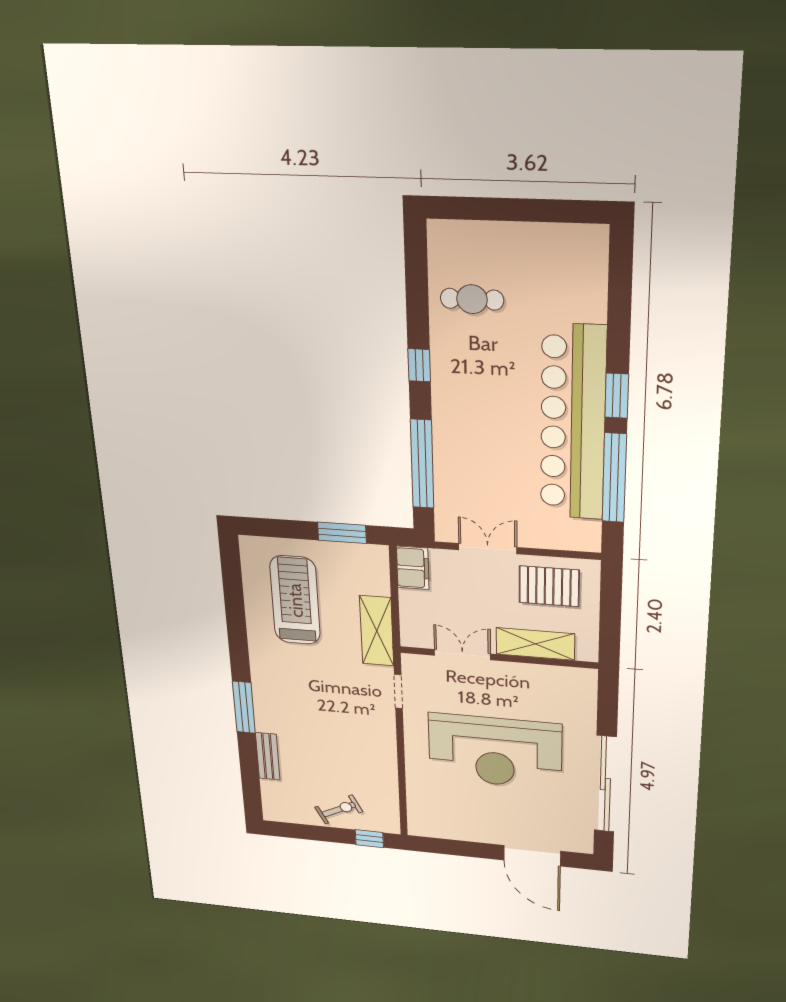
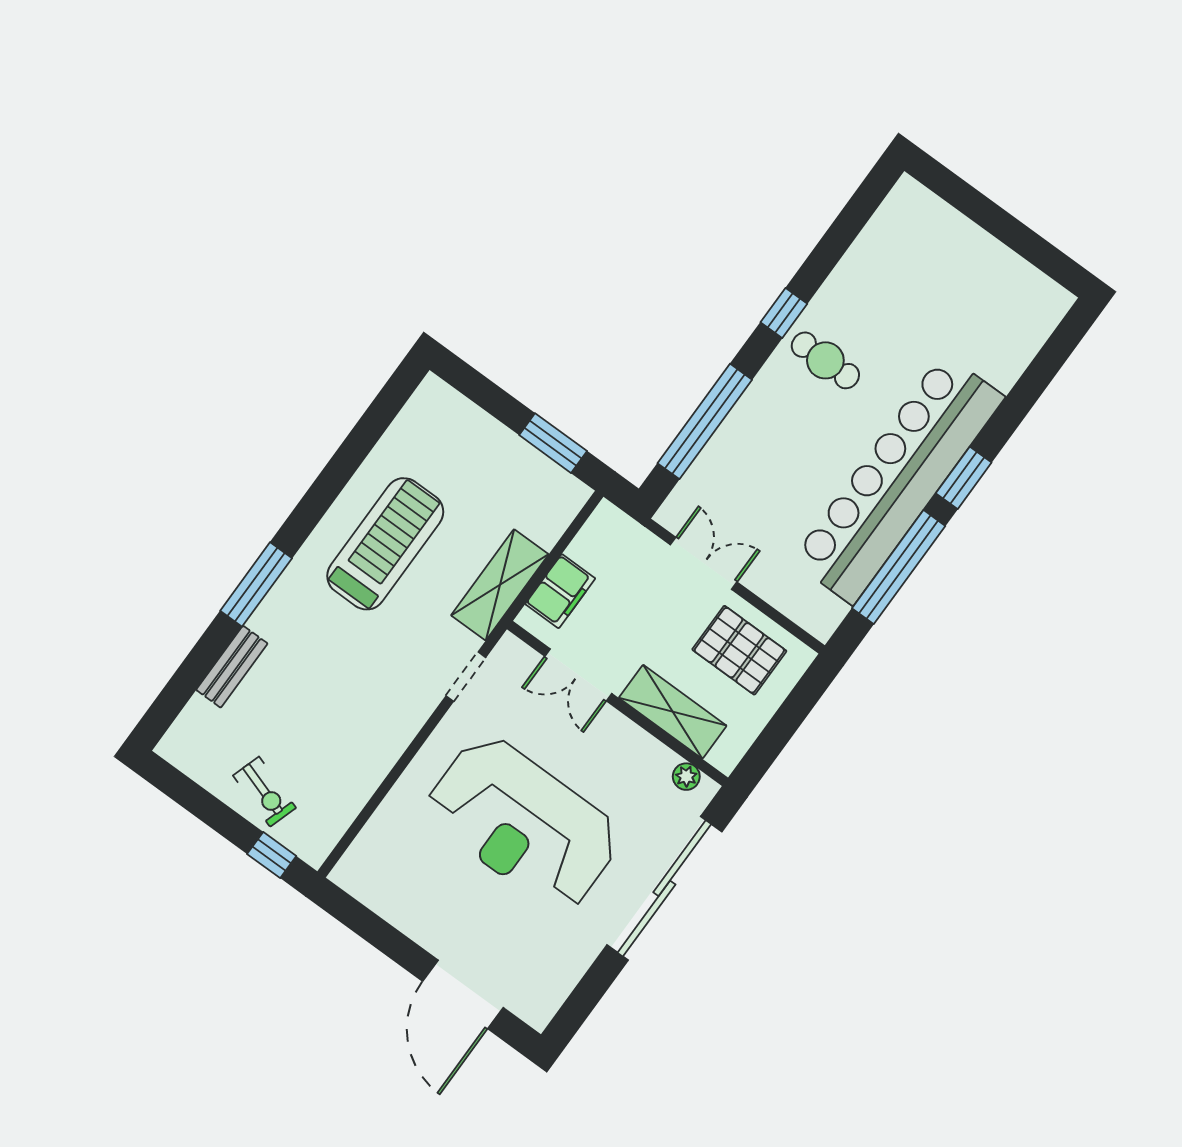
cafe table: (472, 299) -> (825, 360), moved
filing cabinet: (413, 568) -> (560, 591), moved
treadmill: (295, 600) -> (385, 544), moved
double door: (462, 655) -> (578, 675), swing flipped
plant: (572, 675) -> (686, 777), added
sliding door: (605, 784) -> (664, 888), moved
exercise bike: (339, 809) -> (265, 792), turned 45

